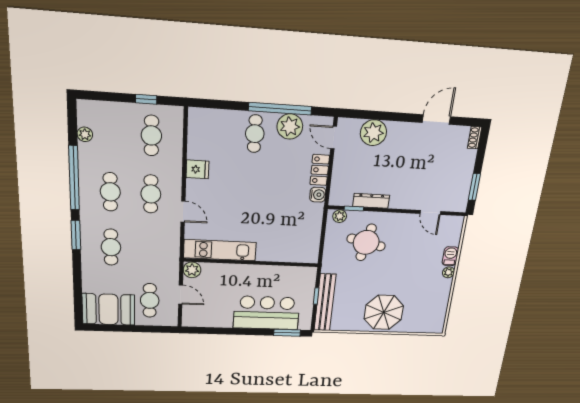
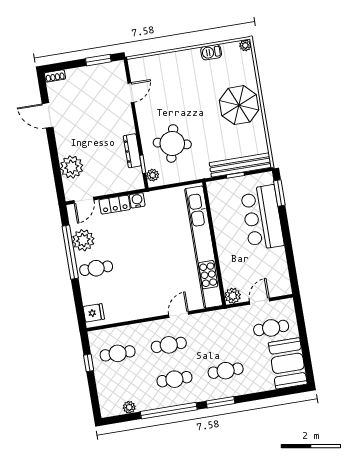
fridge: (197, 169) -> (94, 313), moved, turned 90
kitchen unit: (220, 250) -> (204, 247), width x1.86
barbecue: (450, 256) -> (211, 52), moved
plant: (448, 272) -> (245, 45), moved

